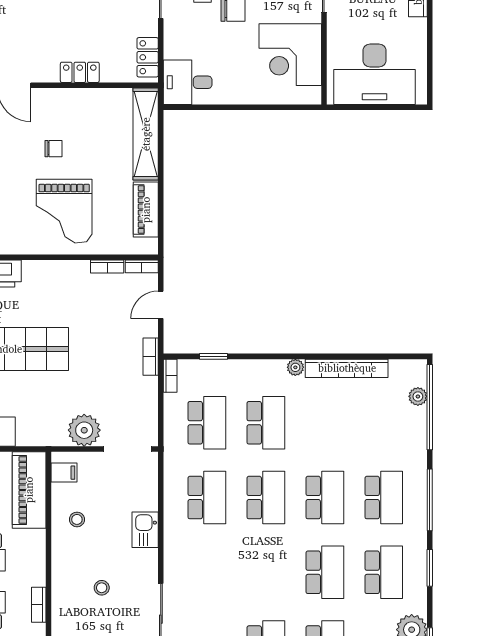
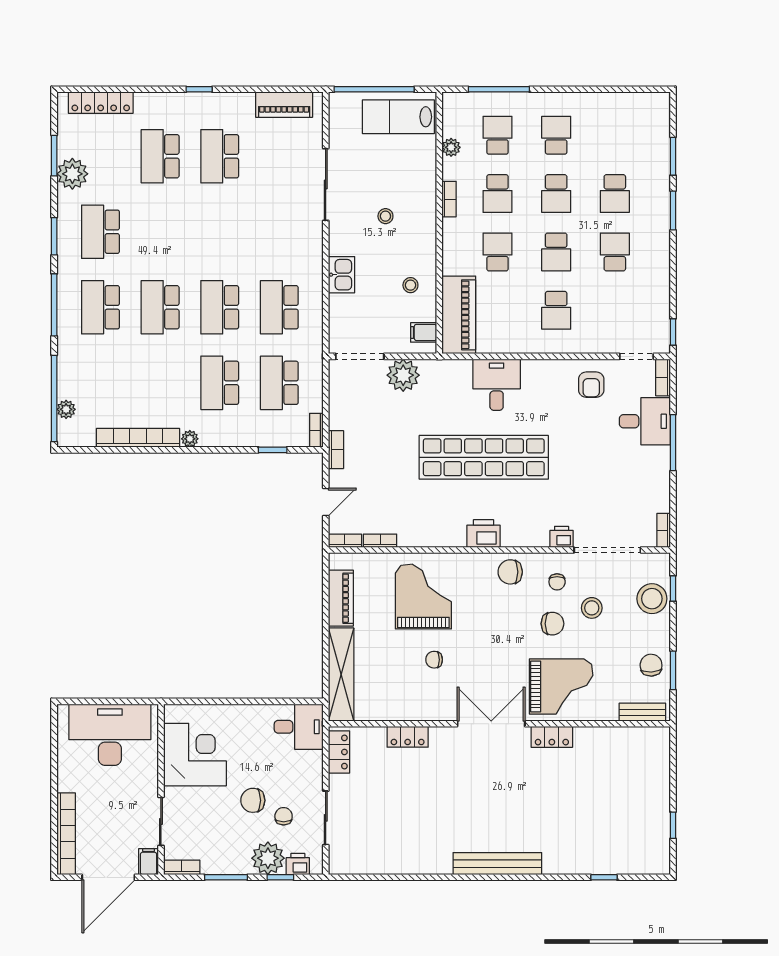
school desk: (325, 572) -> (160, 232), removed

